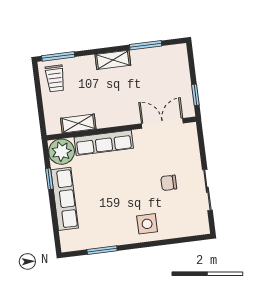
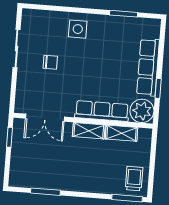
shelving: (113, 60) -> (89, 131), moved

